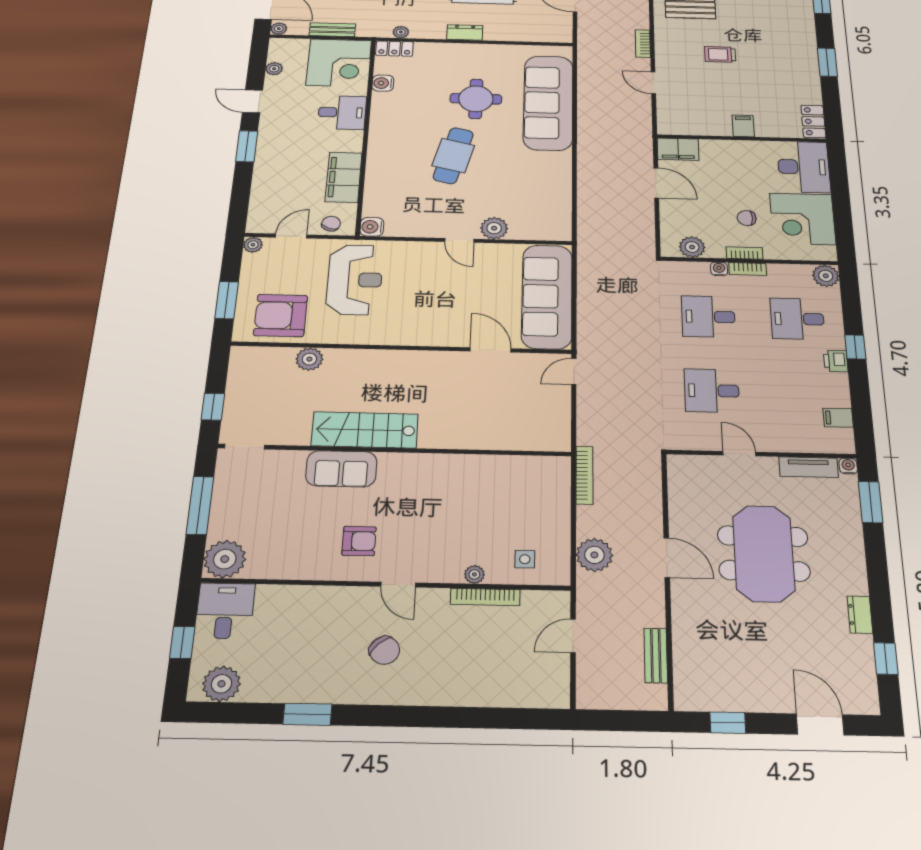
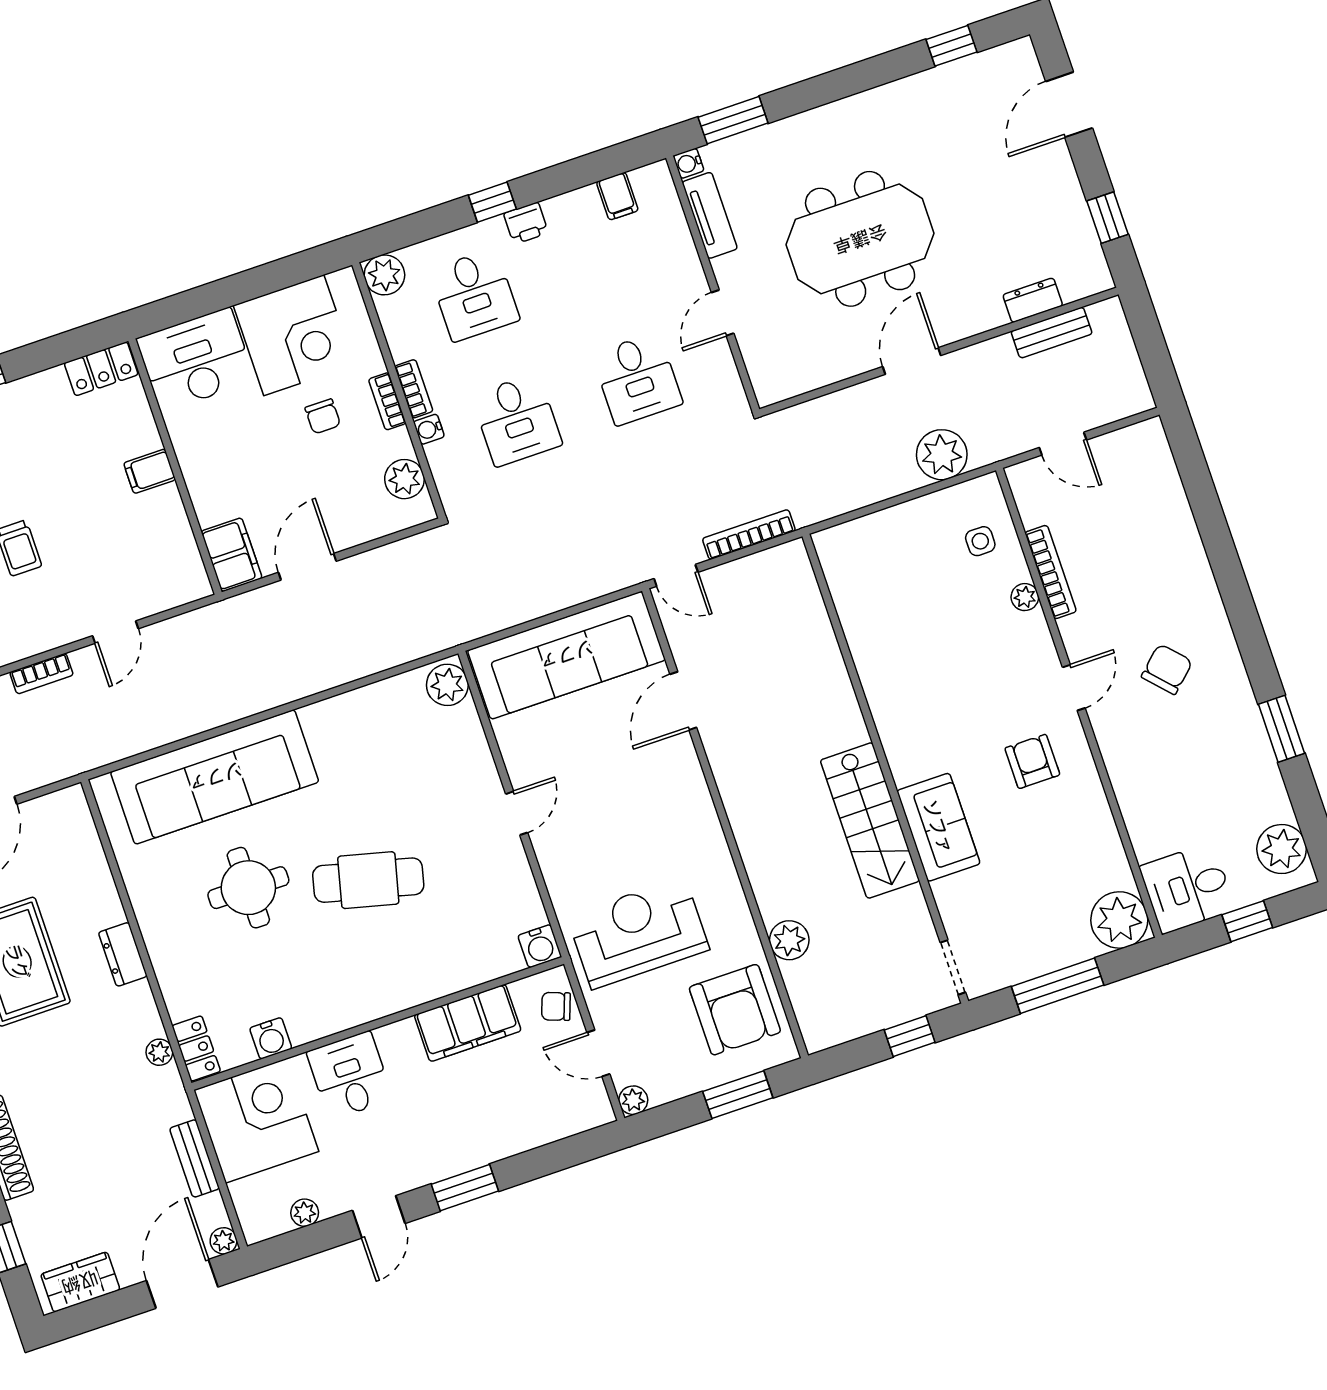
plant: (494, 228) -> (447, 685), moved
bookcase: (584, 475) -> (749, 535), moved
dresser: (860, 615) -> (1033, 300), moved, turned 180

